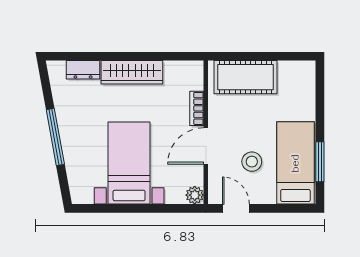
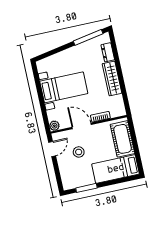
window: (55, 137) -> (88, 37), moved
bed: (295, 163) -> (116, 169), moved, turned 180

